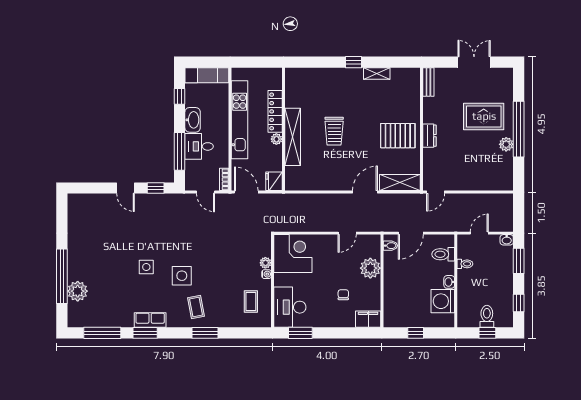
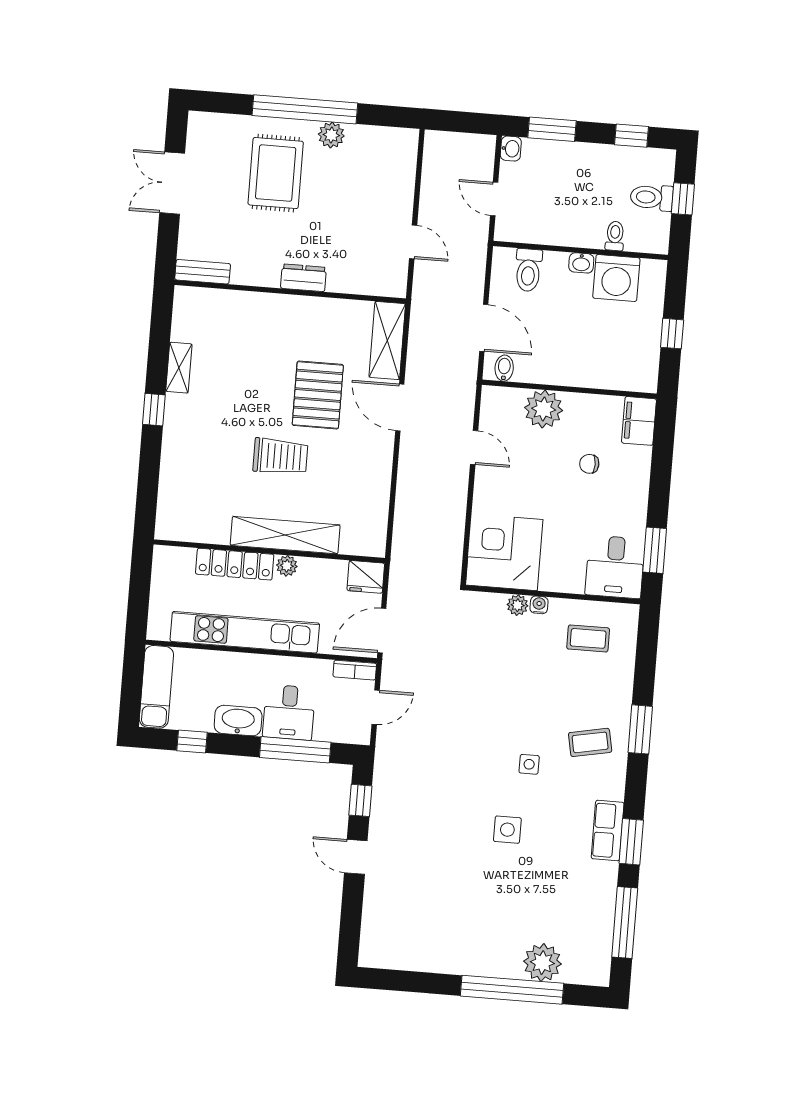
pallet: (398, 136) -> (318, 395), moved
door: (125, 188) -> (356, 857), swing flipped
door: (436, 192) -> (413, 242), moved
toilet: (465, 264) -> (615, 236), moved
side table: (182, 276) -> (529, 764), width x0.54, depth x0.54
desk: (290, 307) -> (615, 567), width x0.73

